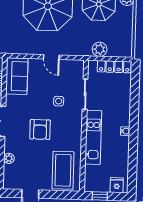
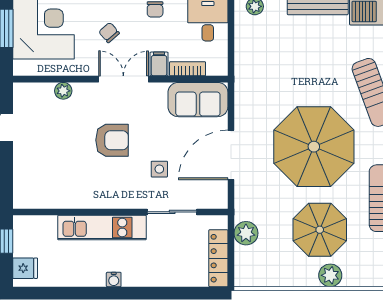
door: (51, 57) -> (231, 155), width x1.88
armchair: (40, 129) -> (112, 140), turned 180
coffee table: (63, 170) -> (47, 180), removed

